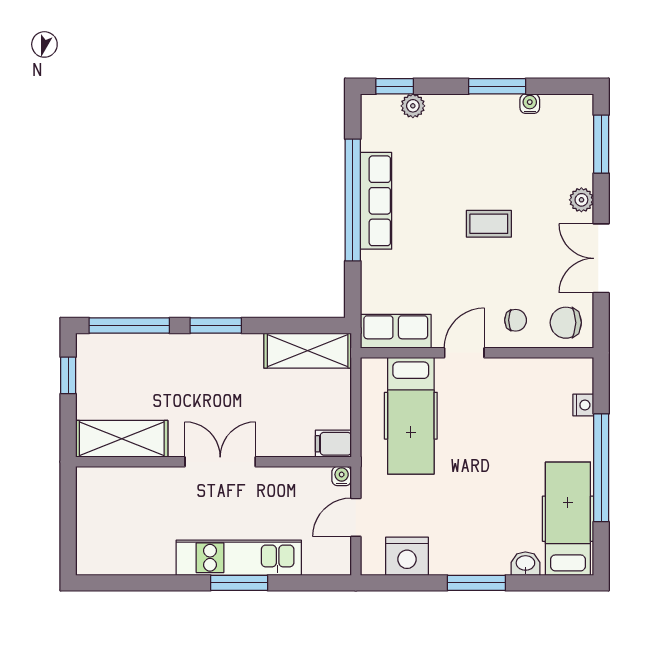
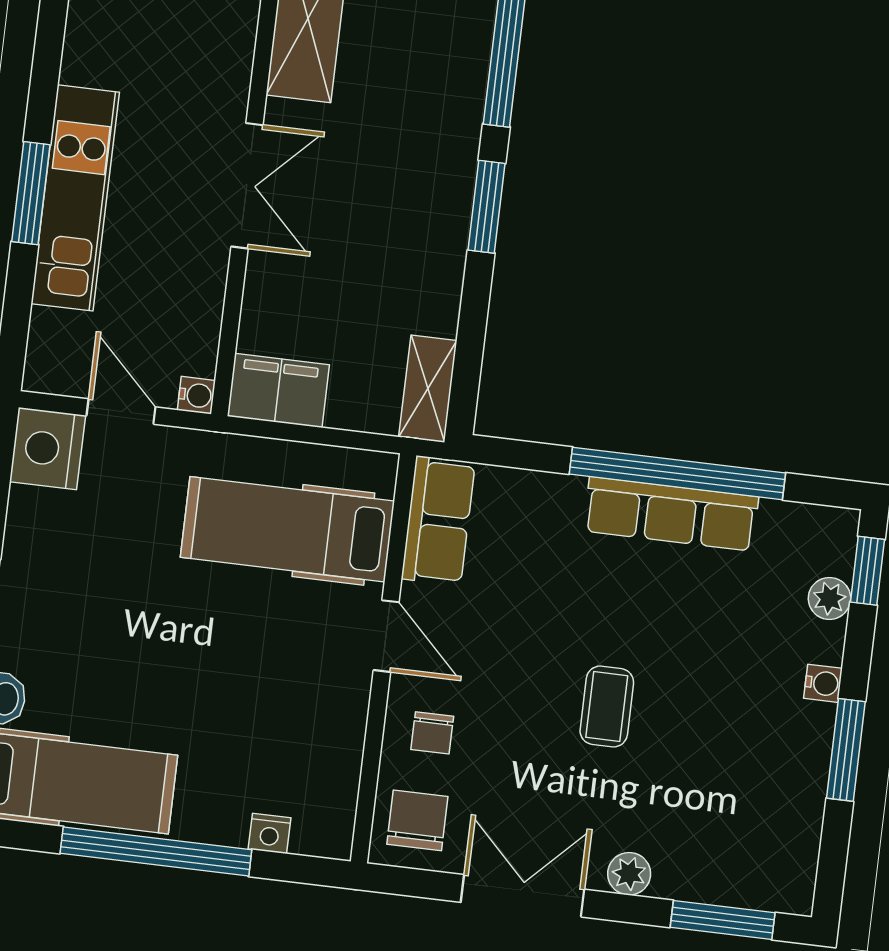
water cooler: (530, 104) -> (823, 683), moved
shelving: (308, 351) -> (428, 389), width x0.67, depth x0.75
filing cabinet: (333, 444) -> (278, 390), width x2.00
nightstand: (407, 556) -> (47, 449), moved

